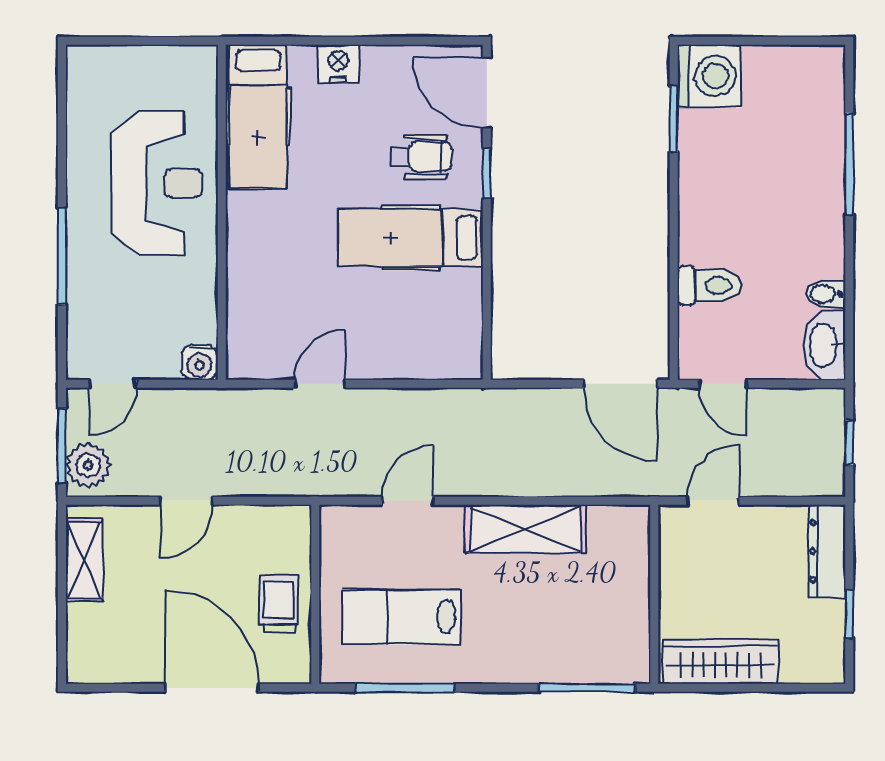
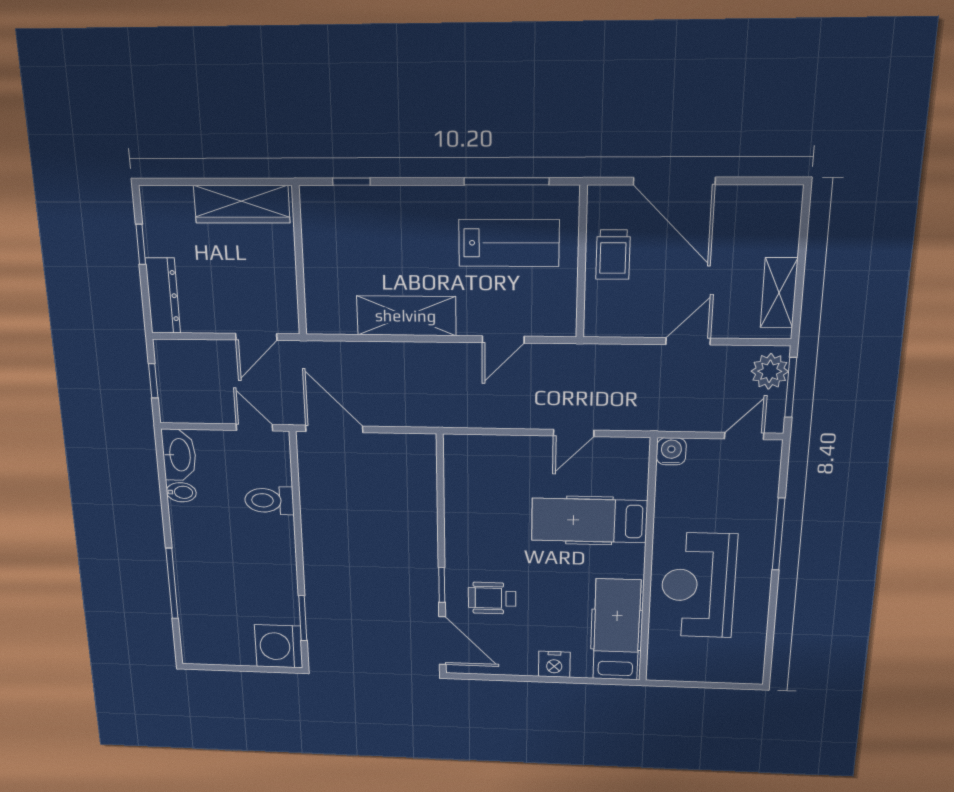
hospital bed: (411, 238) -> (589, 520), moved, turned 180
window: (587, 688) -> (351, 182), width x0.46

